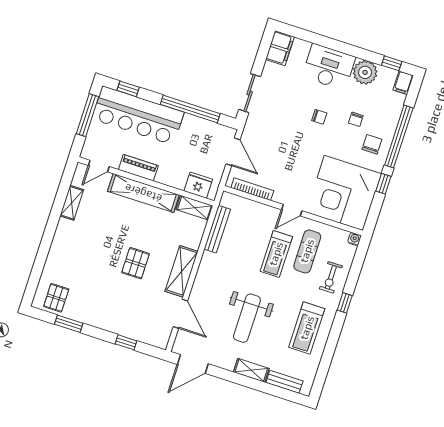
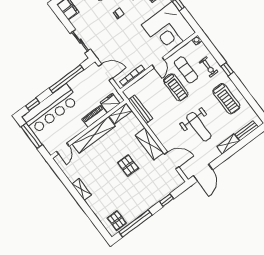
piano: (138, 168) -> (94, 116), moved
shelving: (72, 203) -> (81, 189), moved
window: (69, 324) -> (135, 224), width x2.11

